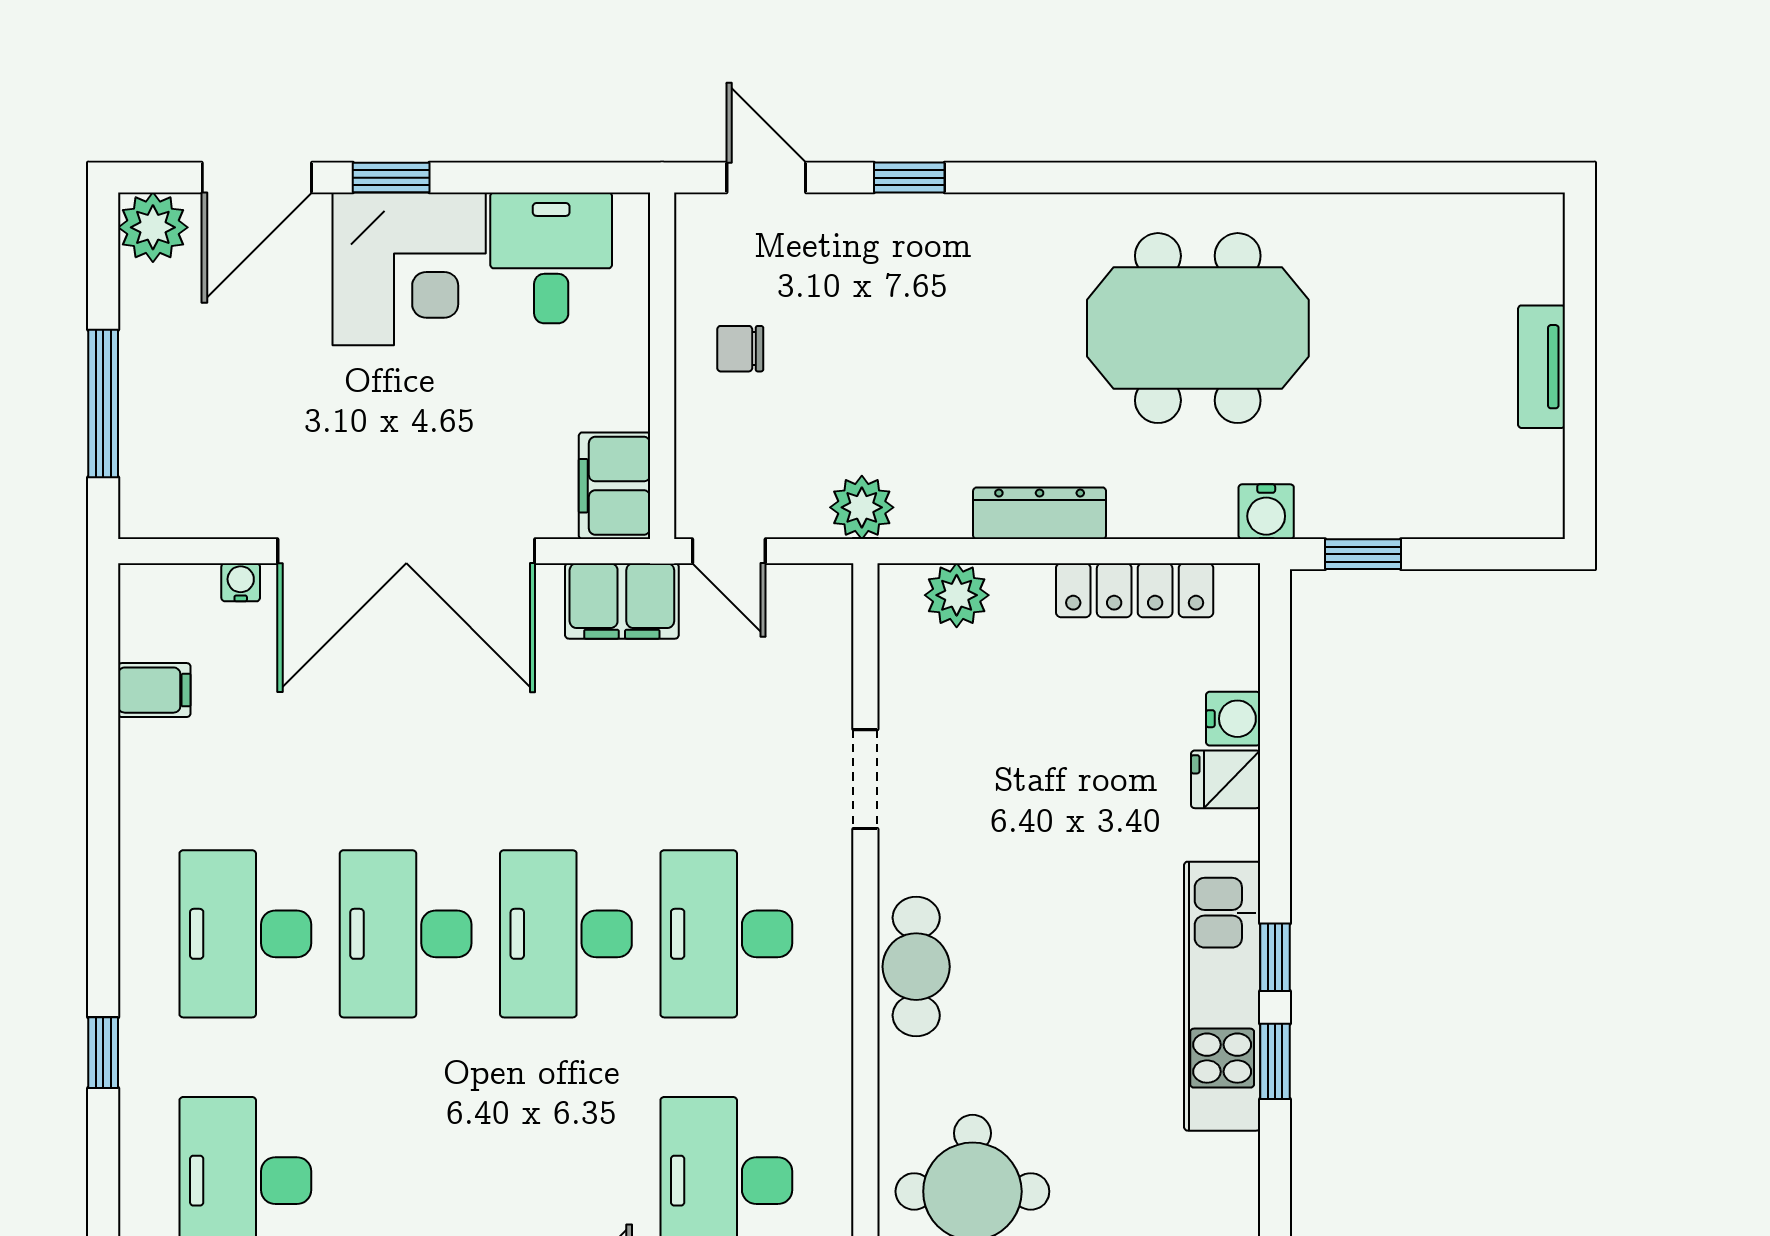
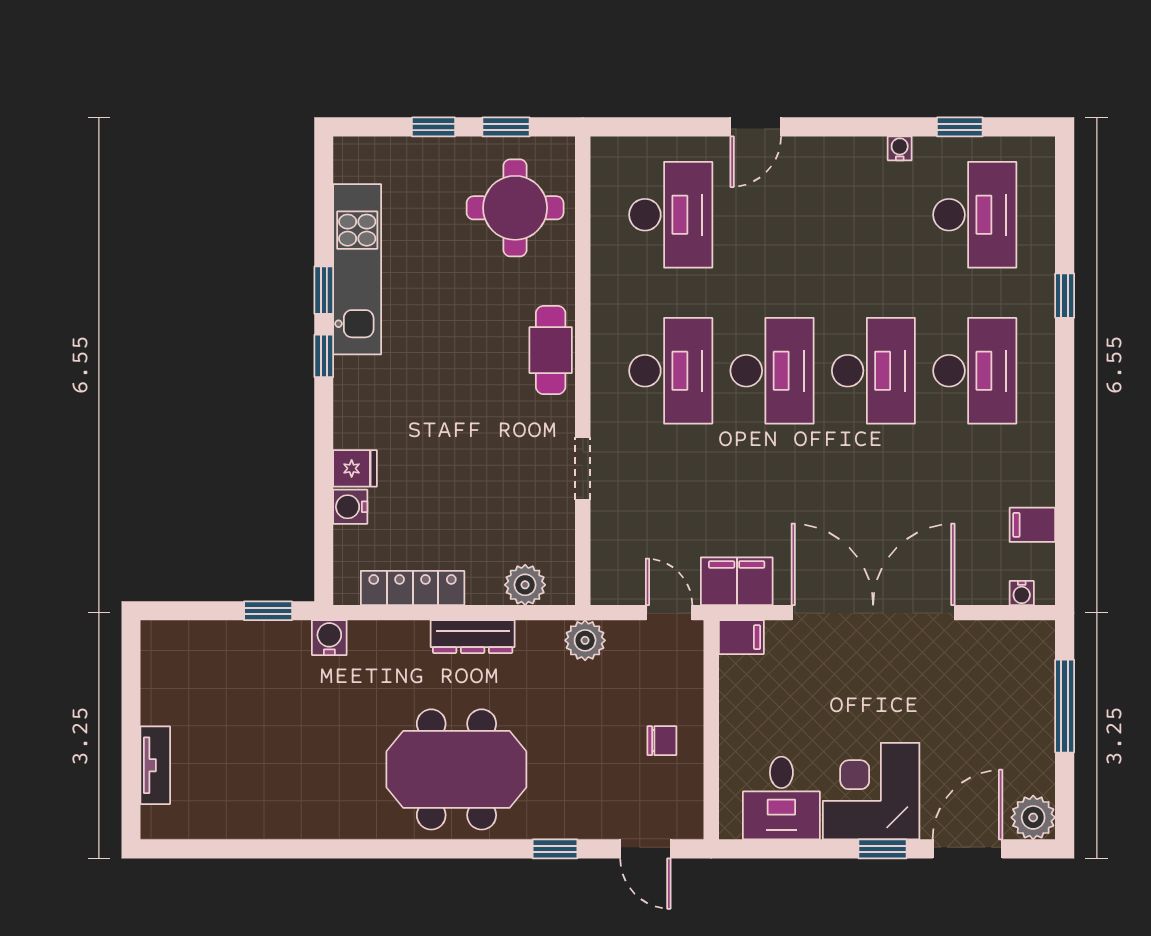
meeting table: (1198, 328) -> (456, 769), moved
tv unit: (1542, 367) -> (155, 765), moved
filing cabinet: (615, 486) -> (741, 637), width x0.50
water cooler: (241, 582) -> (1022, 593), moved
kitchen unit: (1222, 996) -> (357, 269), moved

